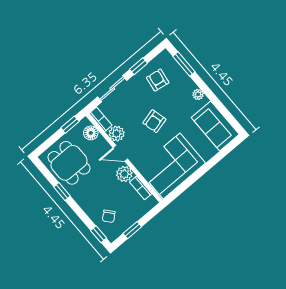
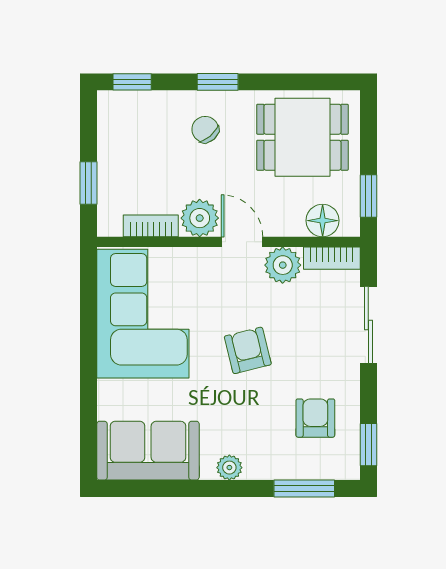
window: (139, 66) -> (368, 445), moved
armchair: (158, 80) -> (315, 418), turned -99
door: (120, 153) -> (242, 242), hinge flipped
window: (62, 191) -> (218, 82), moved
chair: (109, 216) -> (205, 129), moved
window: (132, 230) -> (89, 183), moved

